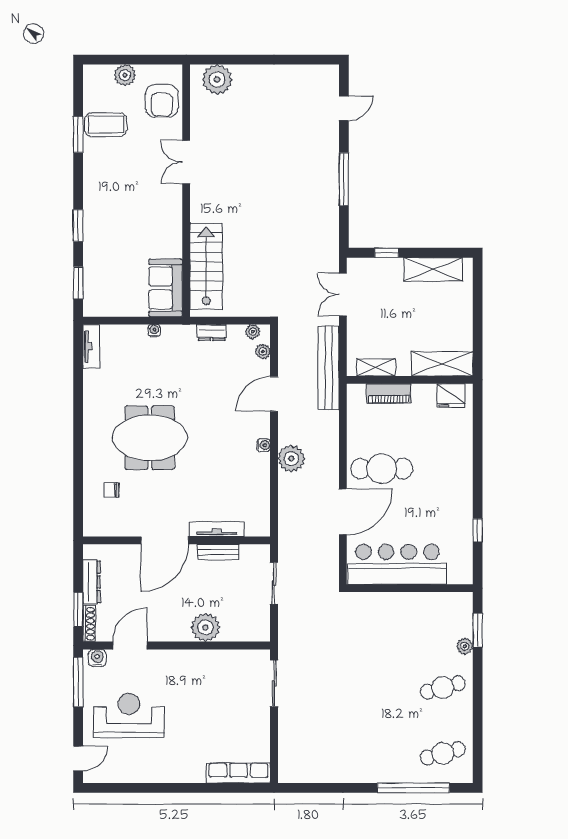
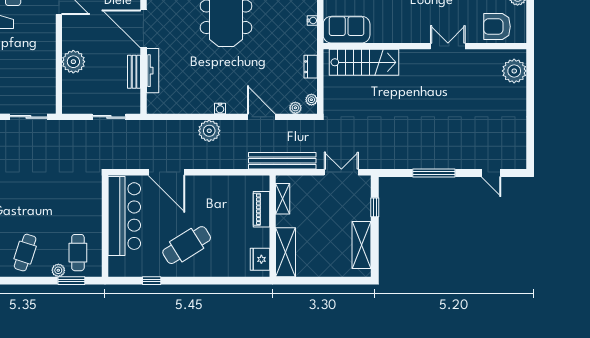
cafe table: (382, 469) -> (187, 245), moved, turned 58
cafe table: (443, 622) -> (78, 253), added
cafe table: (443, 688) -> (25, 253), turned 33

